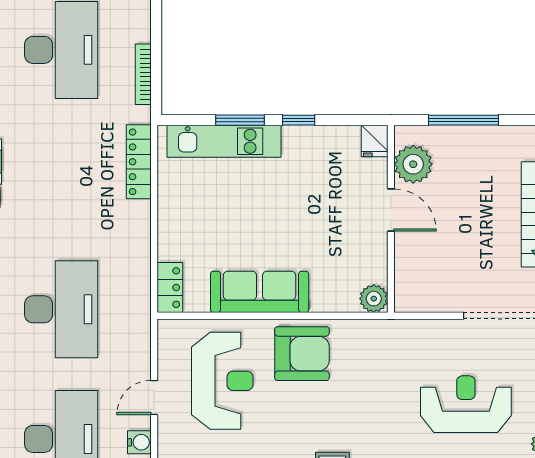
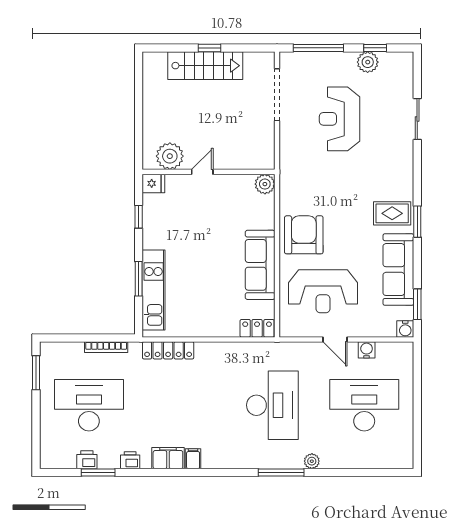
window: (299, 120) -> (139, 217), moved
window: (464, 120) -> (139, 121), removed
door: (391, 210) -> (202, 172), width x0.73
desk: (61, 309) -> (272, 405), turned 90
reception desk: (222, 381) -> (323, 291), turned 180

